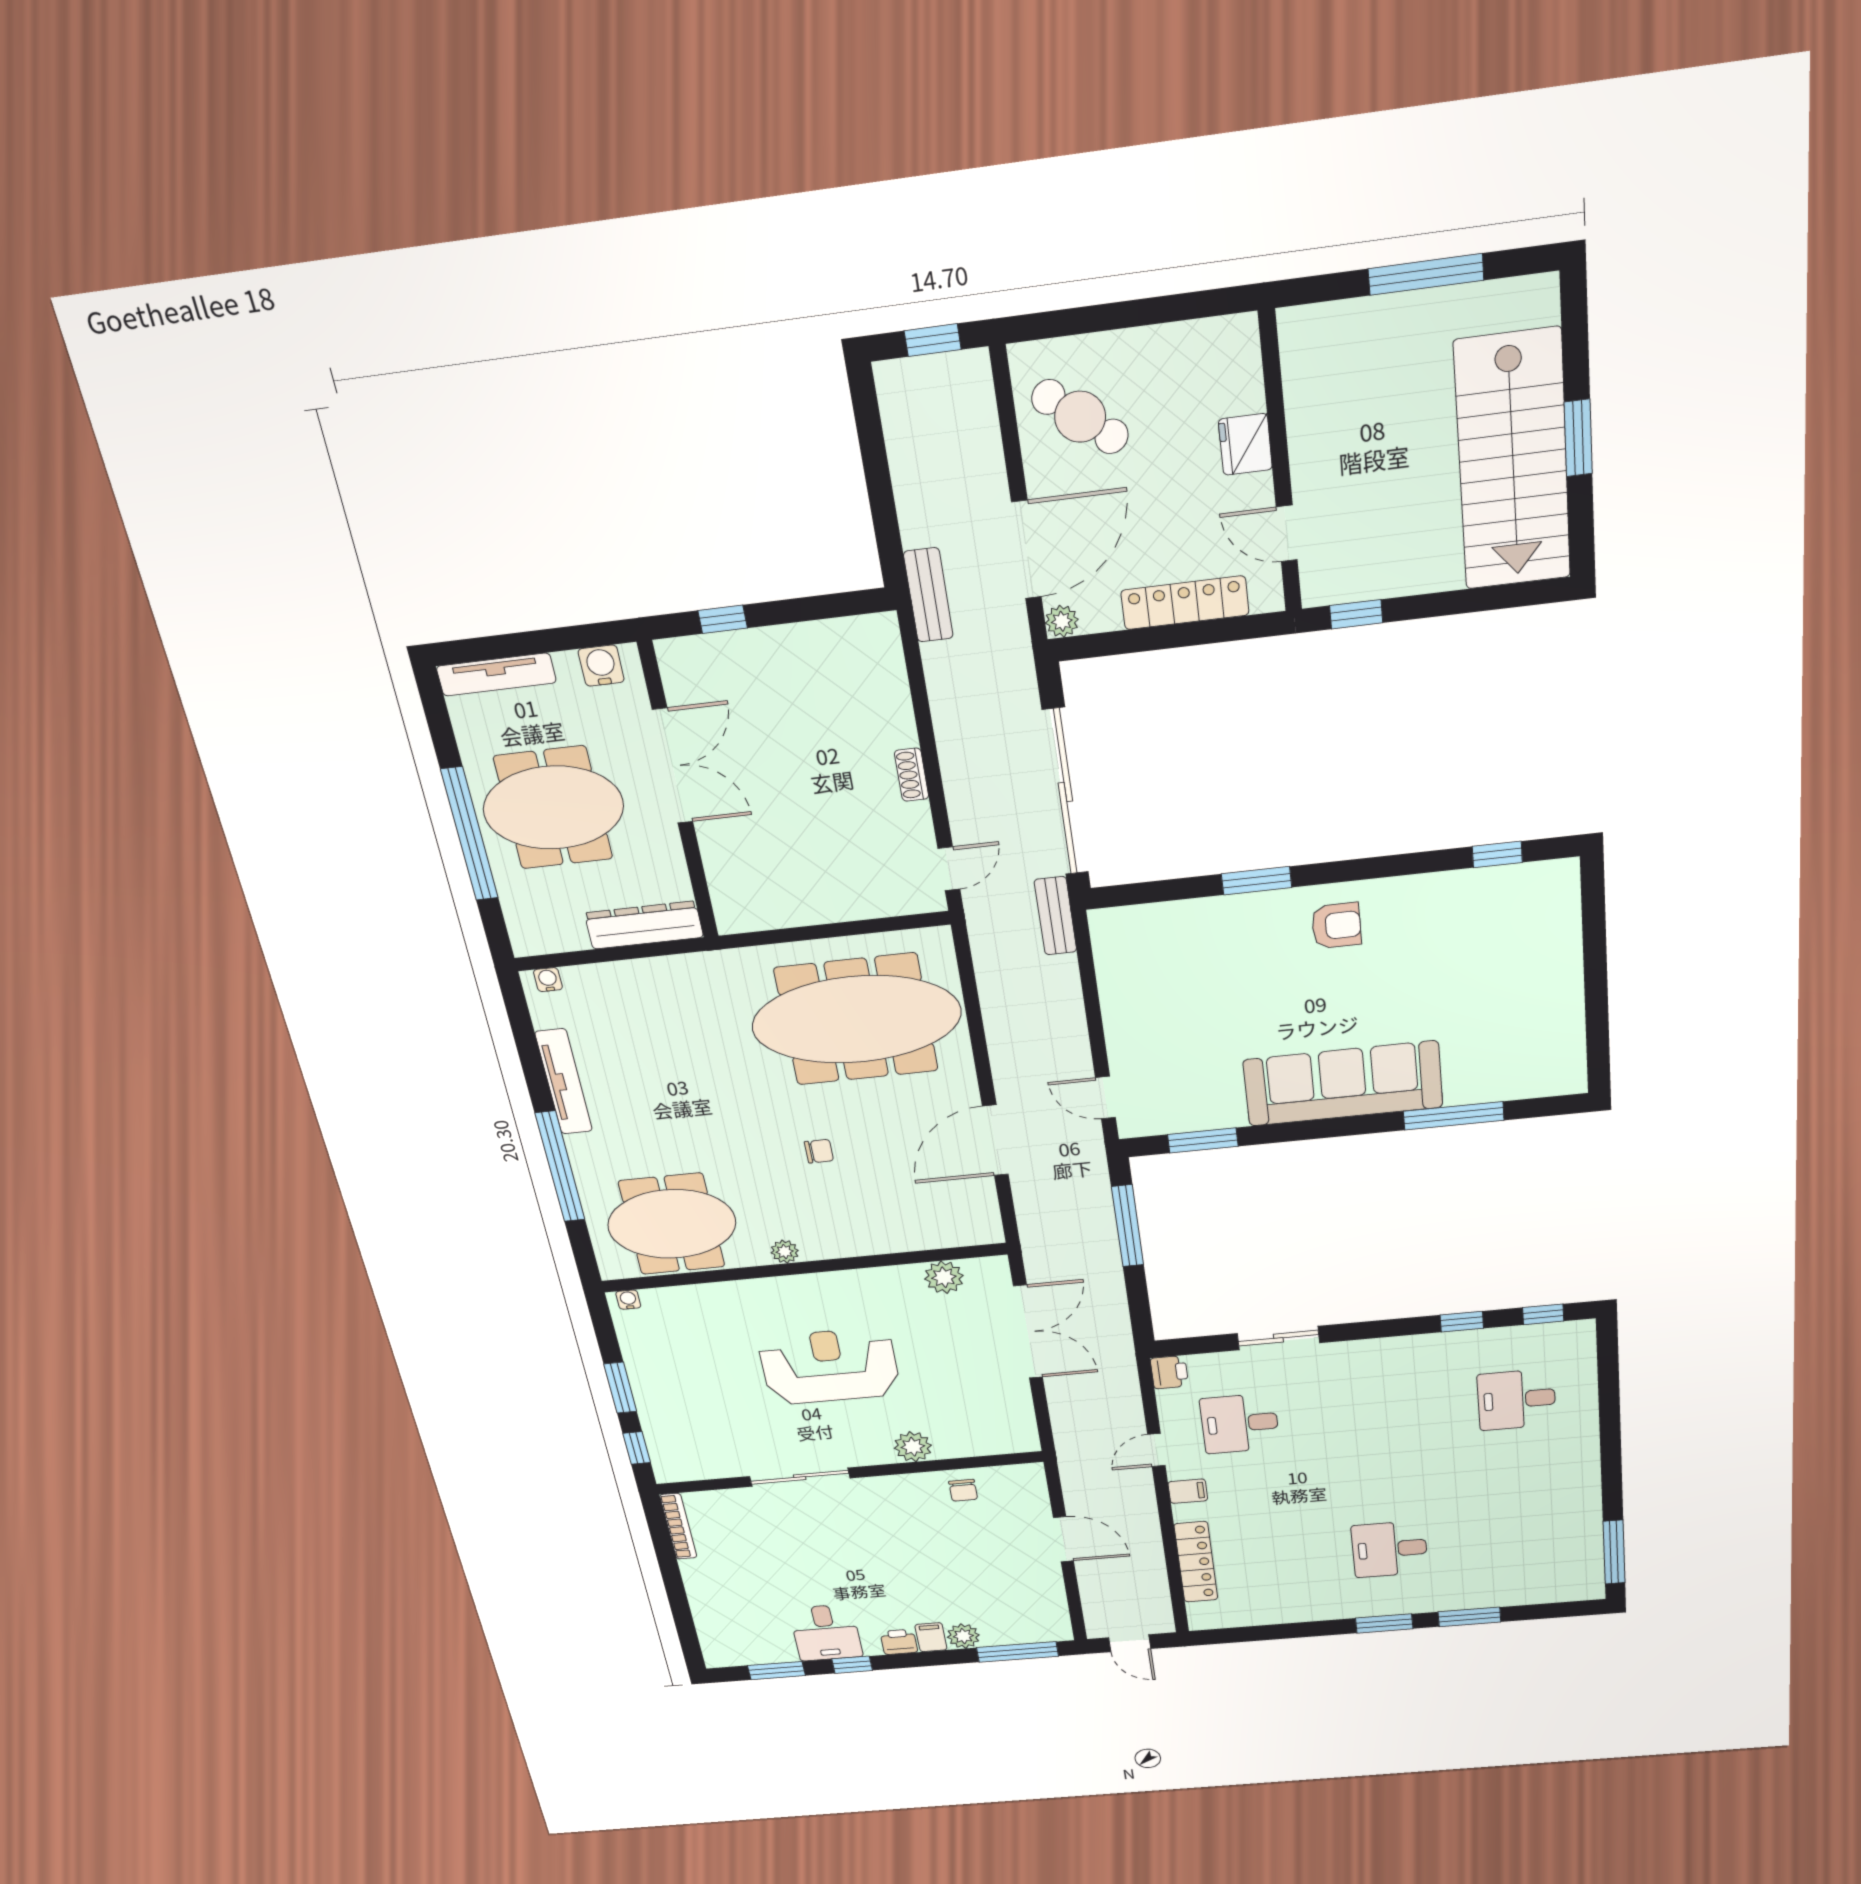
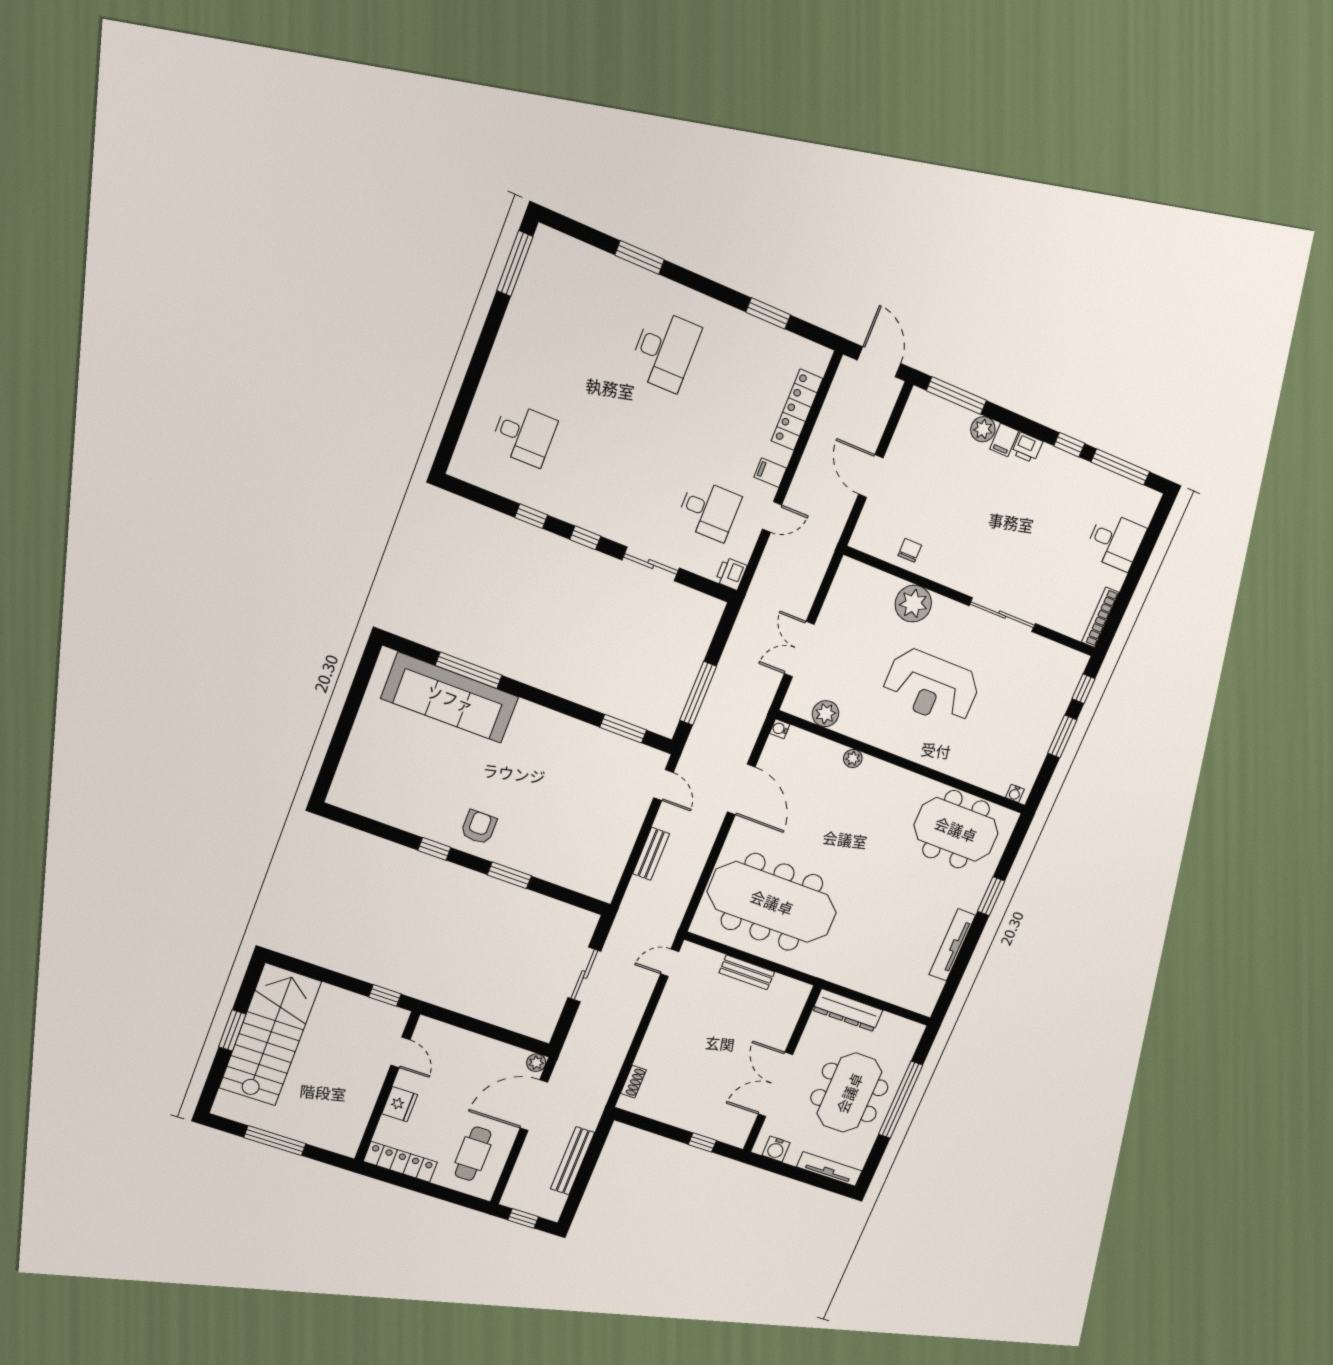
cafe table: (1080, 417) -> (473, 1154), turned 51
bench: (928, 595) -> (573, 1161), moved, width x1.36
locker: (1185, 603) -> (400, 1162), moved, turned 180
shoe rack: (912, 775) -> (633, 1082), moved
sliding door: (1065, 792) -> (584, 974), width x0.54
meeting table: (553, 808) -> (849, 1093), turned 90
window: (1497, 854) -> (434, 849), moved
bench: (827, 908) -> (747, 972), added
bench: (1055, 916) -> (651, 854), moved
armchair: (1336, 926) -> (479, 827), turned 90
water cooler: (548, 980) -> (780, 729), moved, turned 90
sofa: (1343, 1084) -> (450, 698), moved
door: (995, 1140) -> (741, 789), hinge flipped
chair: (819, 1151) -> (844, 833), removed
window: (560, 1167) -> (991, 896), width x0.47
plant: (785, 1252) -> (853, 758), moved
window: (1543, 1314) -> (585, 538), moved
double door: (1028, 1332) -> (799, 649), width x0.73
plant: (913, 1447) -> (913, 604), width x1.36, depth x1.36
desk: (1390, 1549) -> (665, 350), width x1.37
window: (1384, 1623) -> (768, 313), moved
desk: (826, 1633) -> (1115, 541), moved, turned 90
door: (1130, 1643) -> (879, 362), width x1.38
window: (776, 1671) -> (1120, 467), width x1.44

